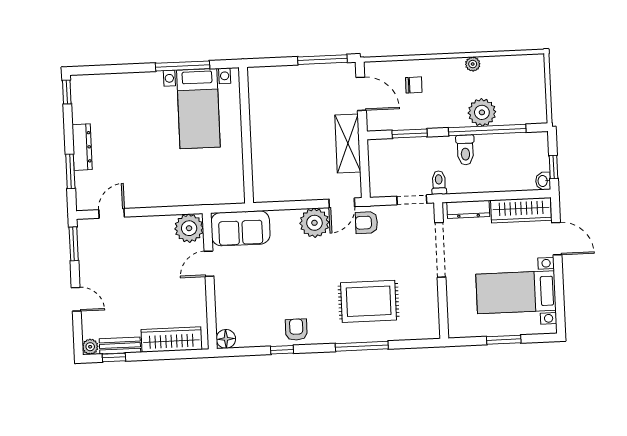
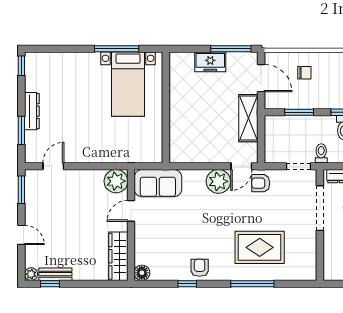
freezer: (298, 77) -> (210, 62), added
wardrobe: (171, 339) -> (118, 256), moved, turned -90

